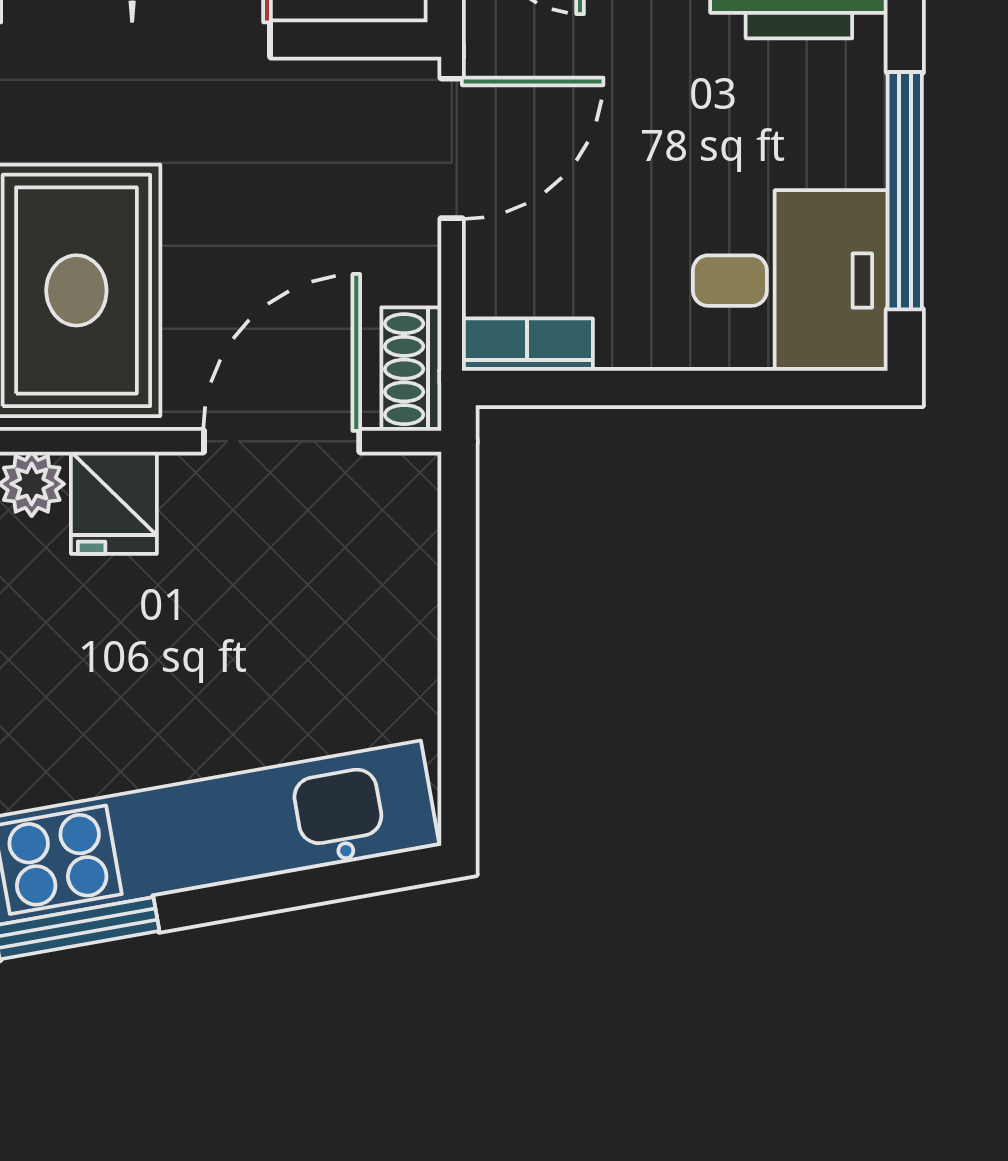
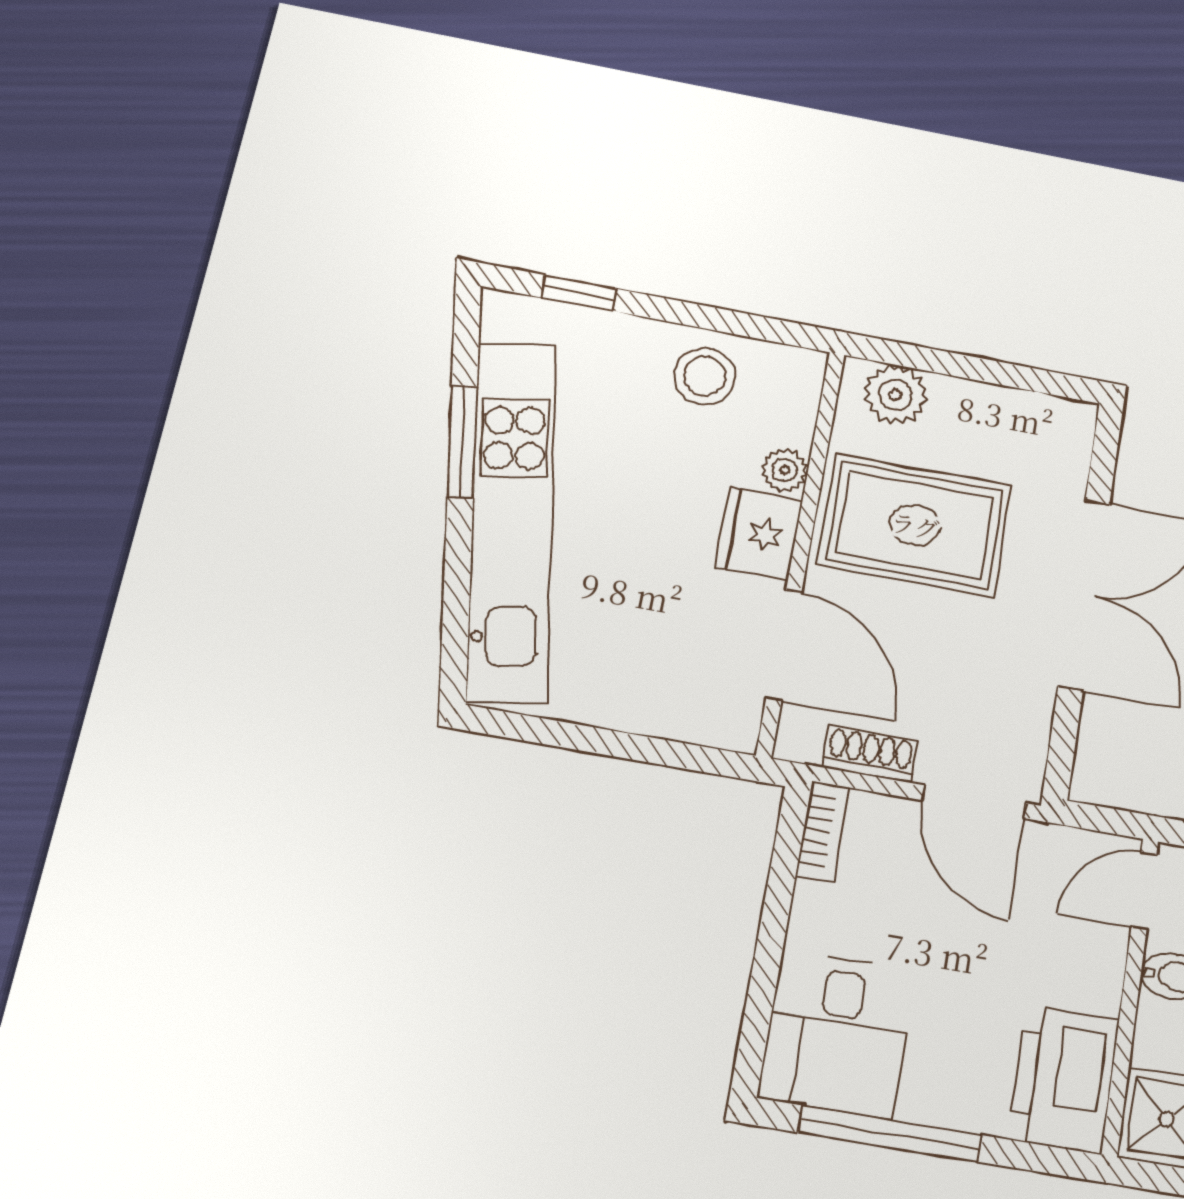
shoe rack: (411, 369) -> (870, 754), moved
fridge: (114, 503) -> (759, 534), width x1.38

